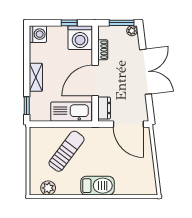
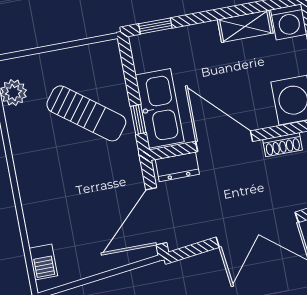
shelving: (36, 77) -> (245, 26), moved
window: (75, 124) -> (138, 119), added
barbecue: (97, 186) -> (43, 262), moved, width x0.53, depth x0.65

